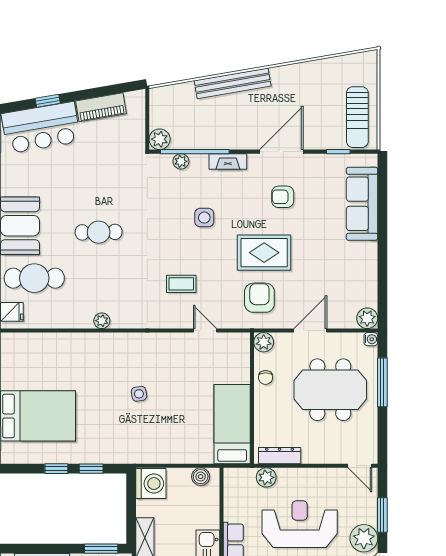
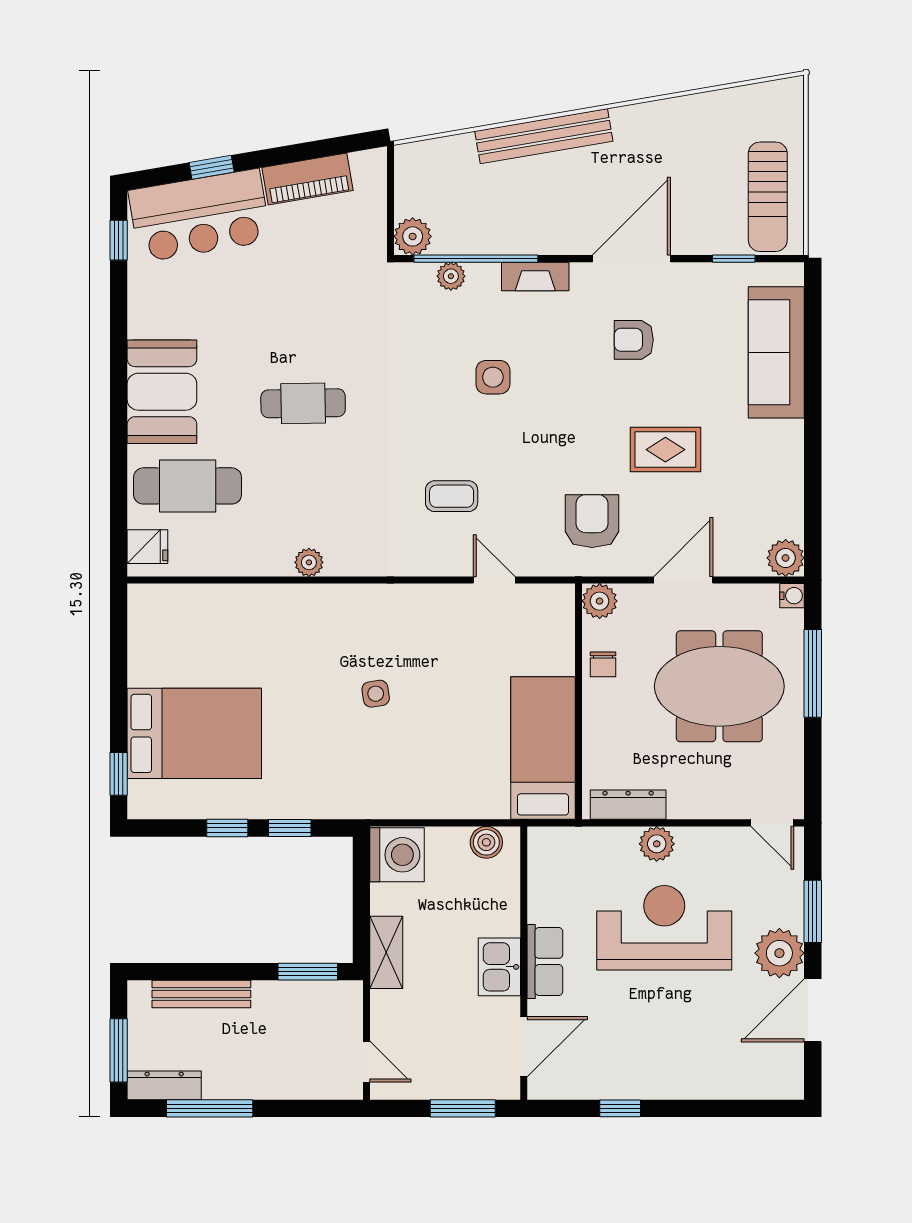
rug: (264, 253) -> (665, 450), moved, width x0.73, depth x0.70
plant: (266, 477) -> (657, 844), moved

